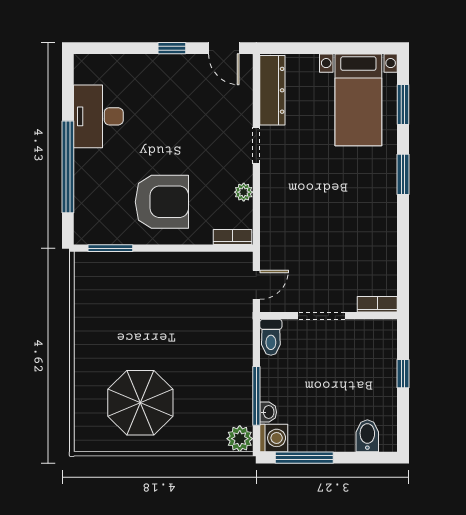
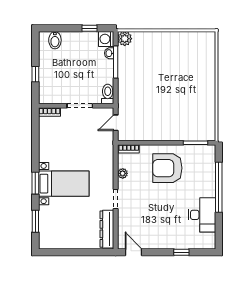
window: (172, 48) -> (181, 252), moved
bed with nightstands: (358, 100) -> (64, 184), moved, turned 90
parasol: (140, 403) -> (179, 58), removed
window: (304, 458) -> (89, 28), width x0.46

